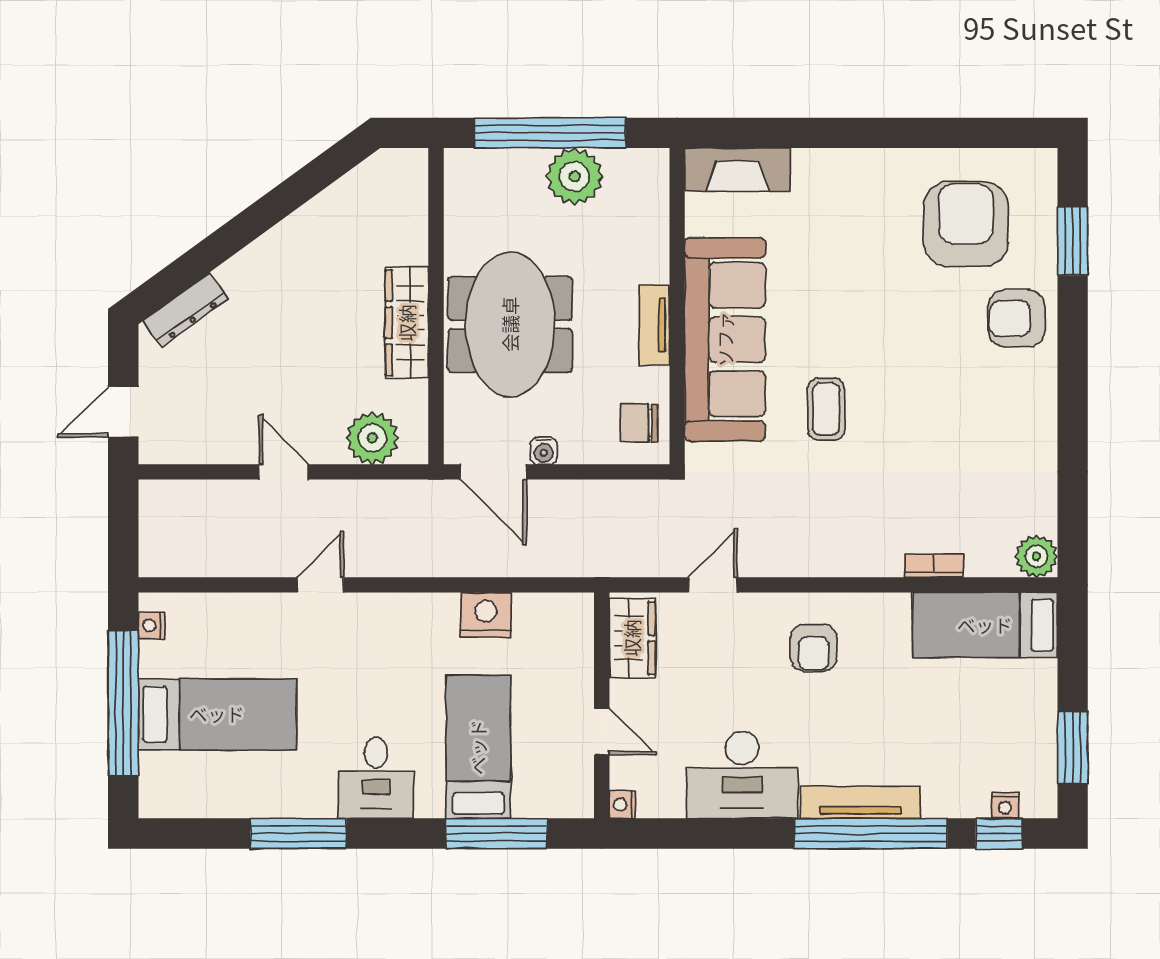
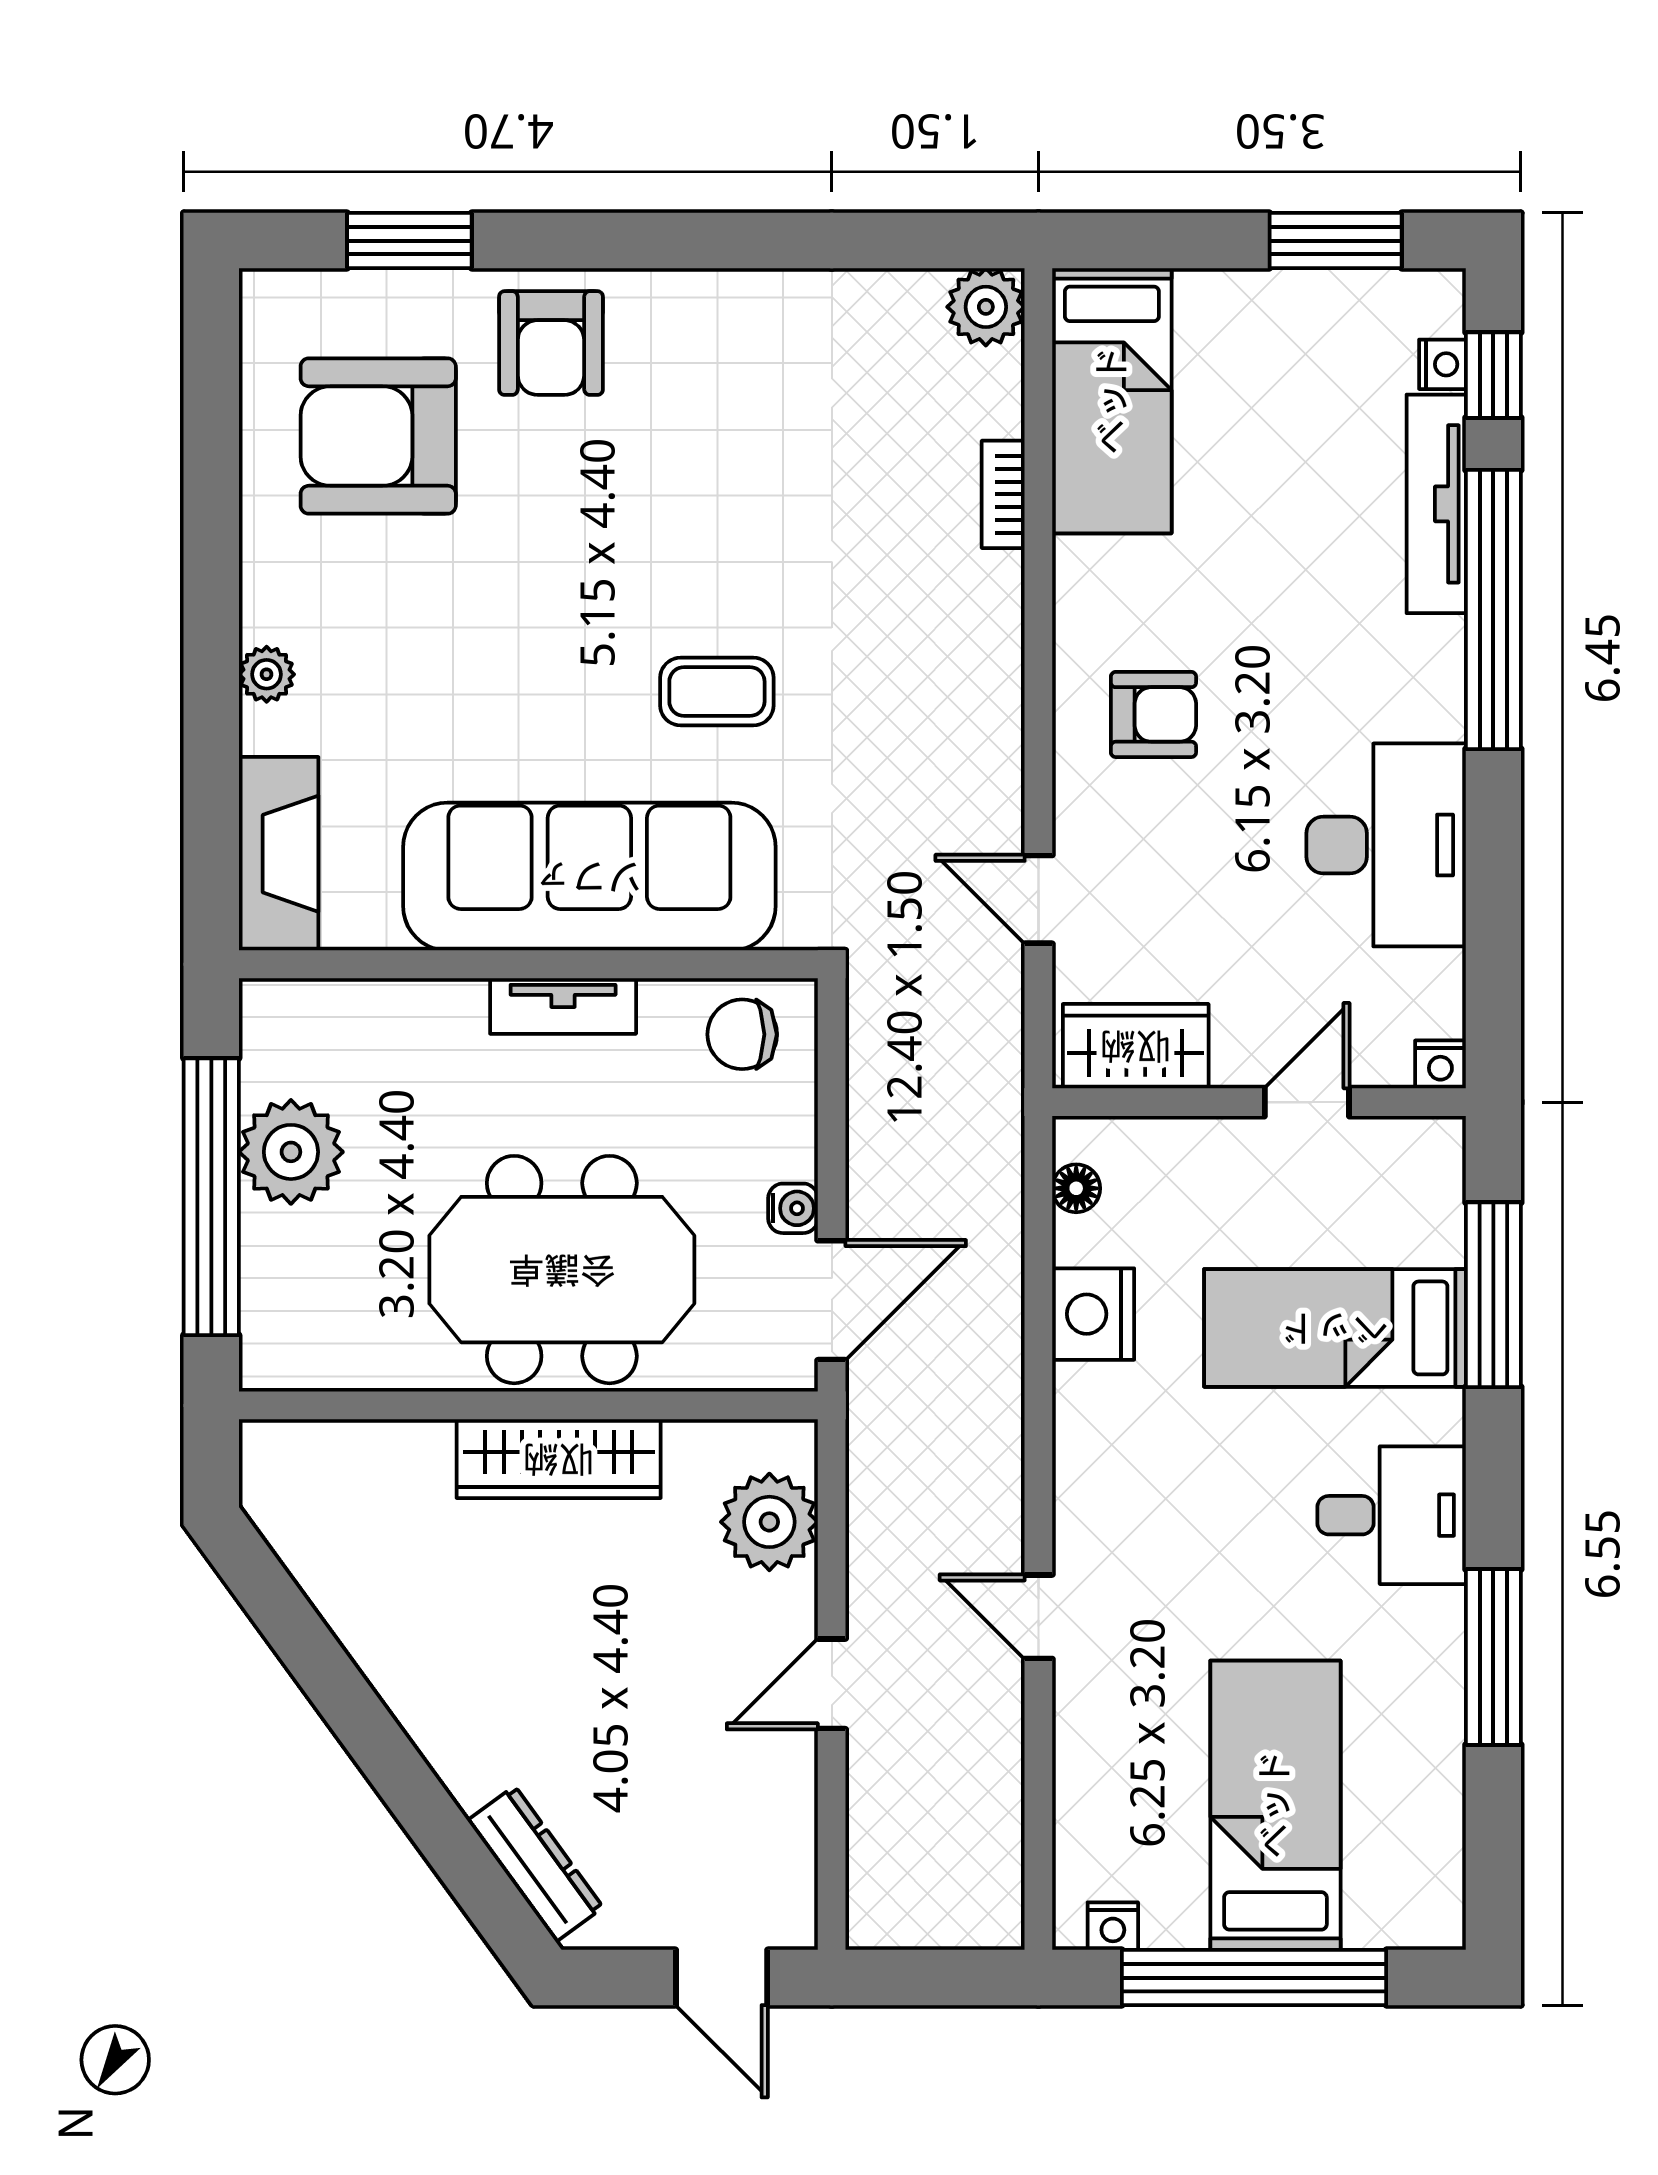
plant: (836, 163) -> (267, 674), added
chair: (639, 423) -> (742, 1034), turned 90
floor lamp: (555, 606) -> (1076, 1188), added
tv unit: (860, 802) -> (1436, 504), moved

